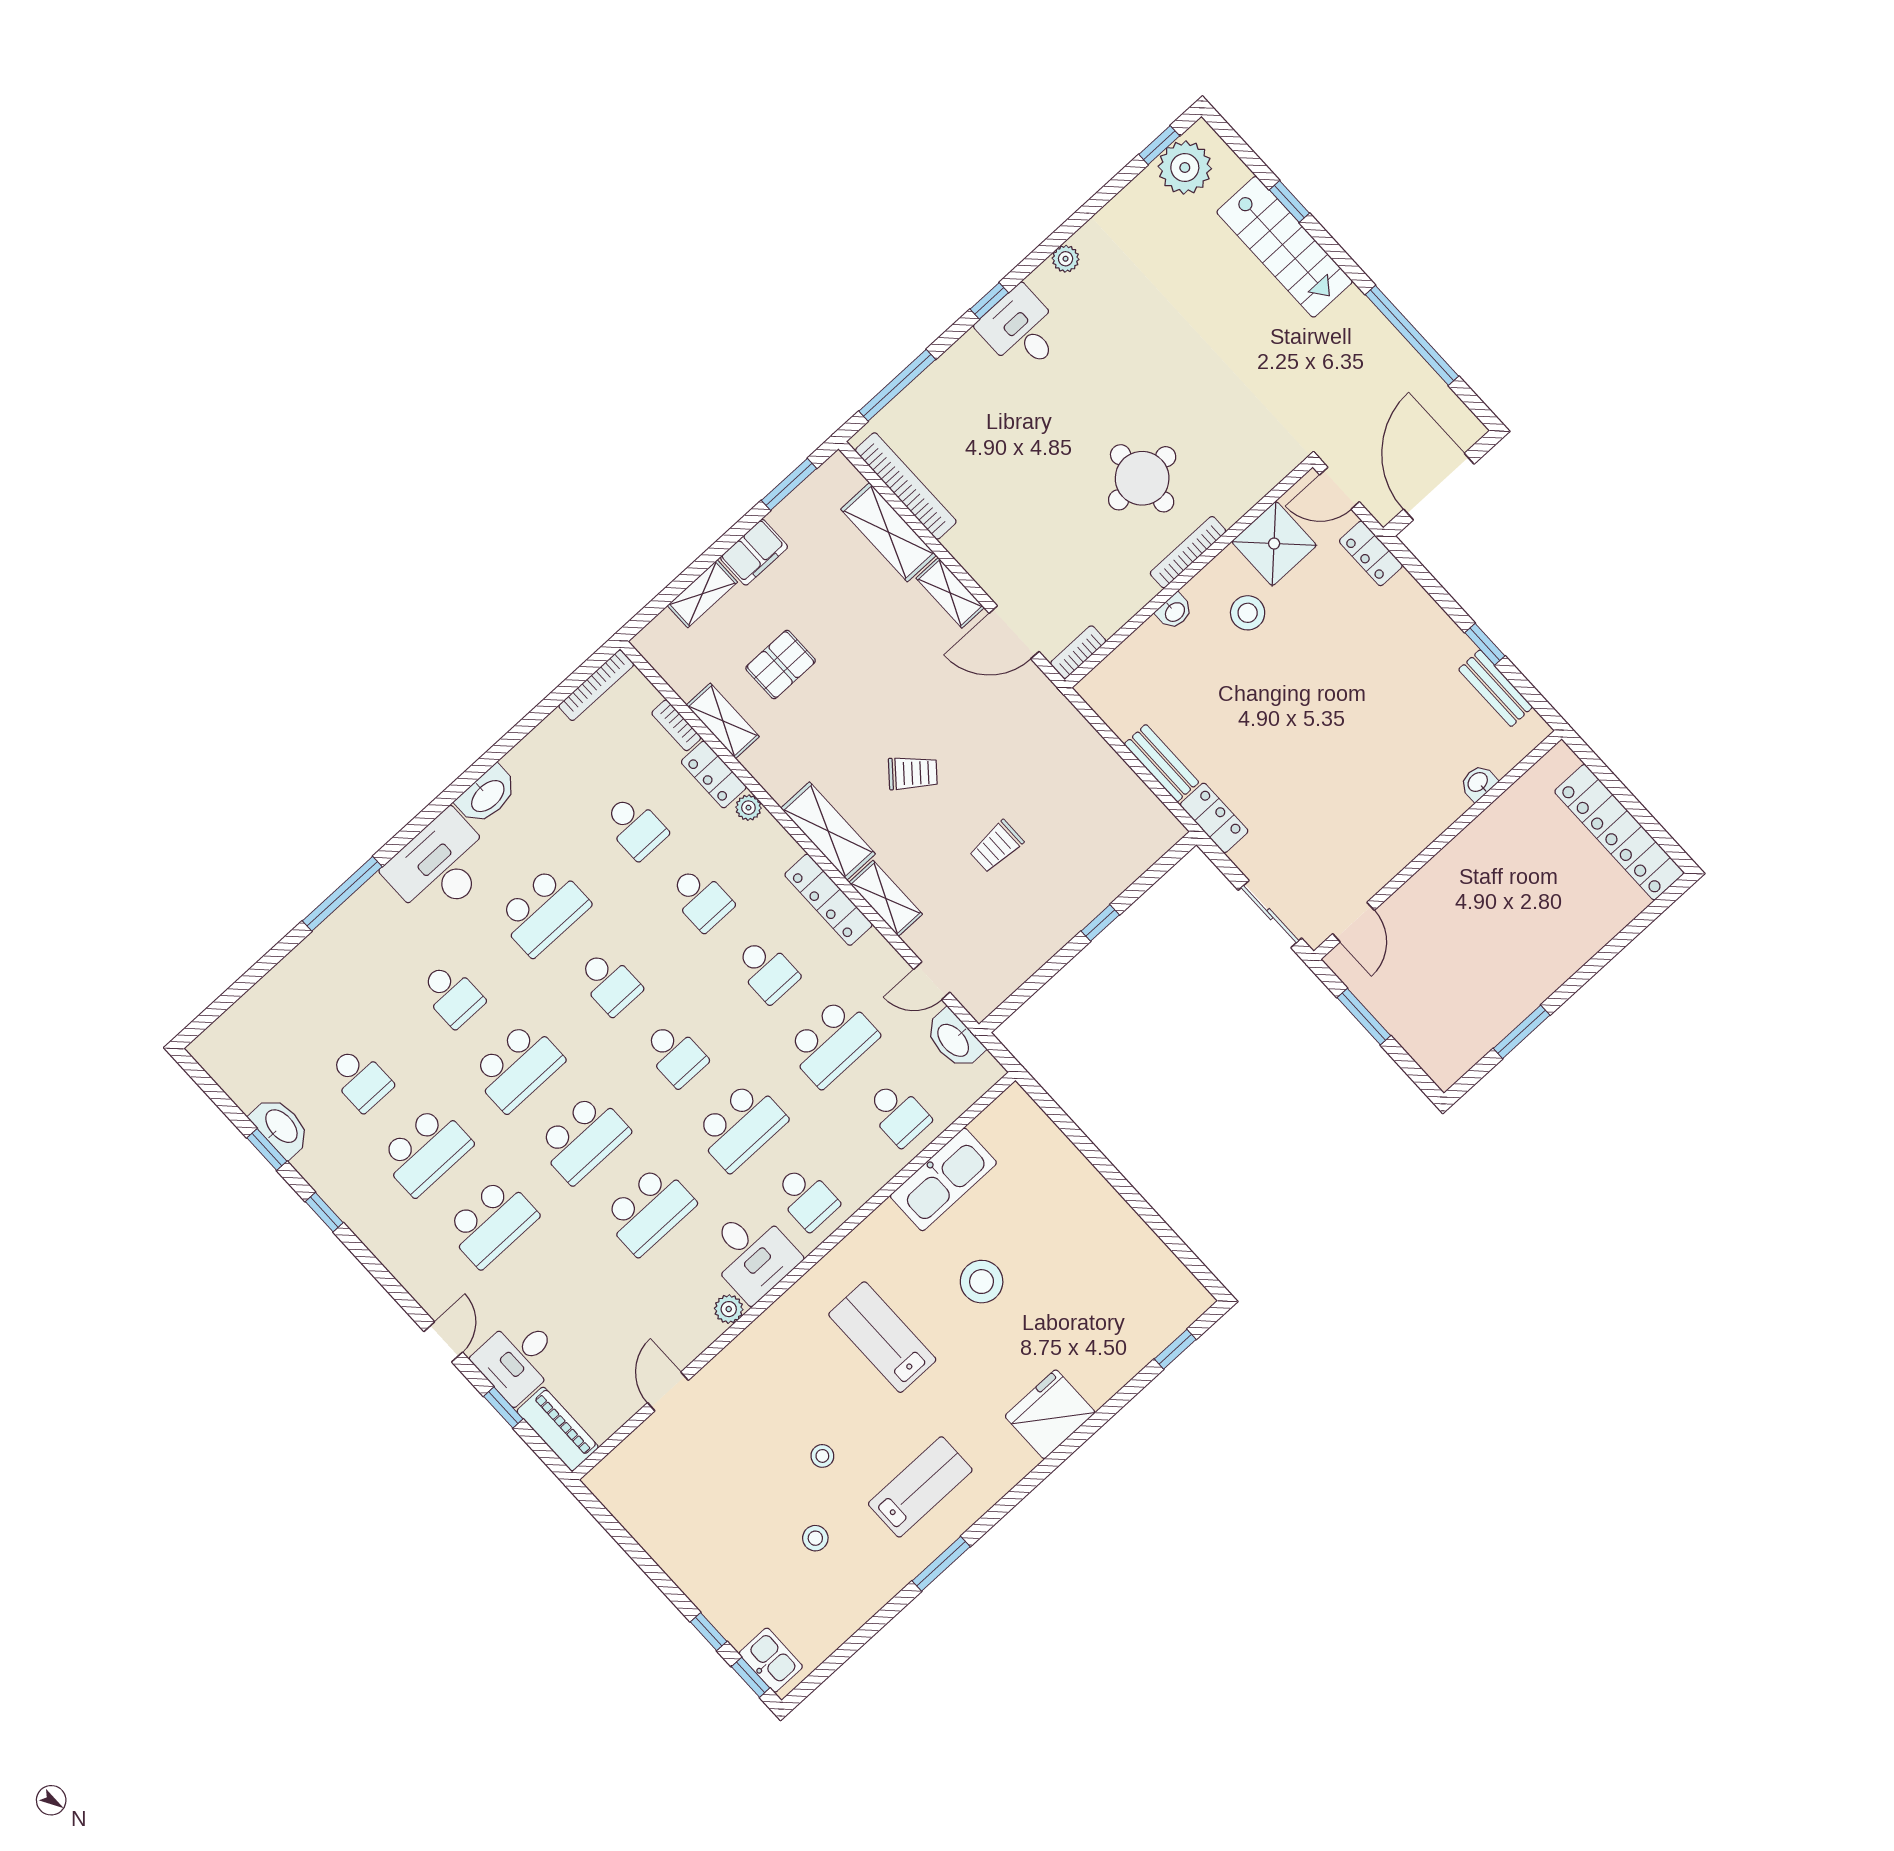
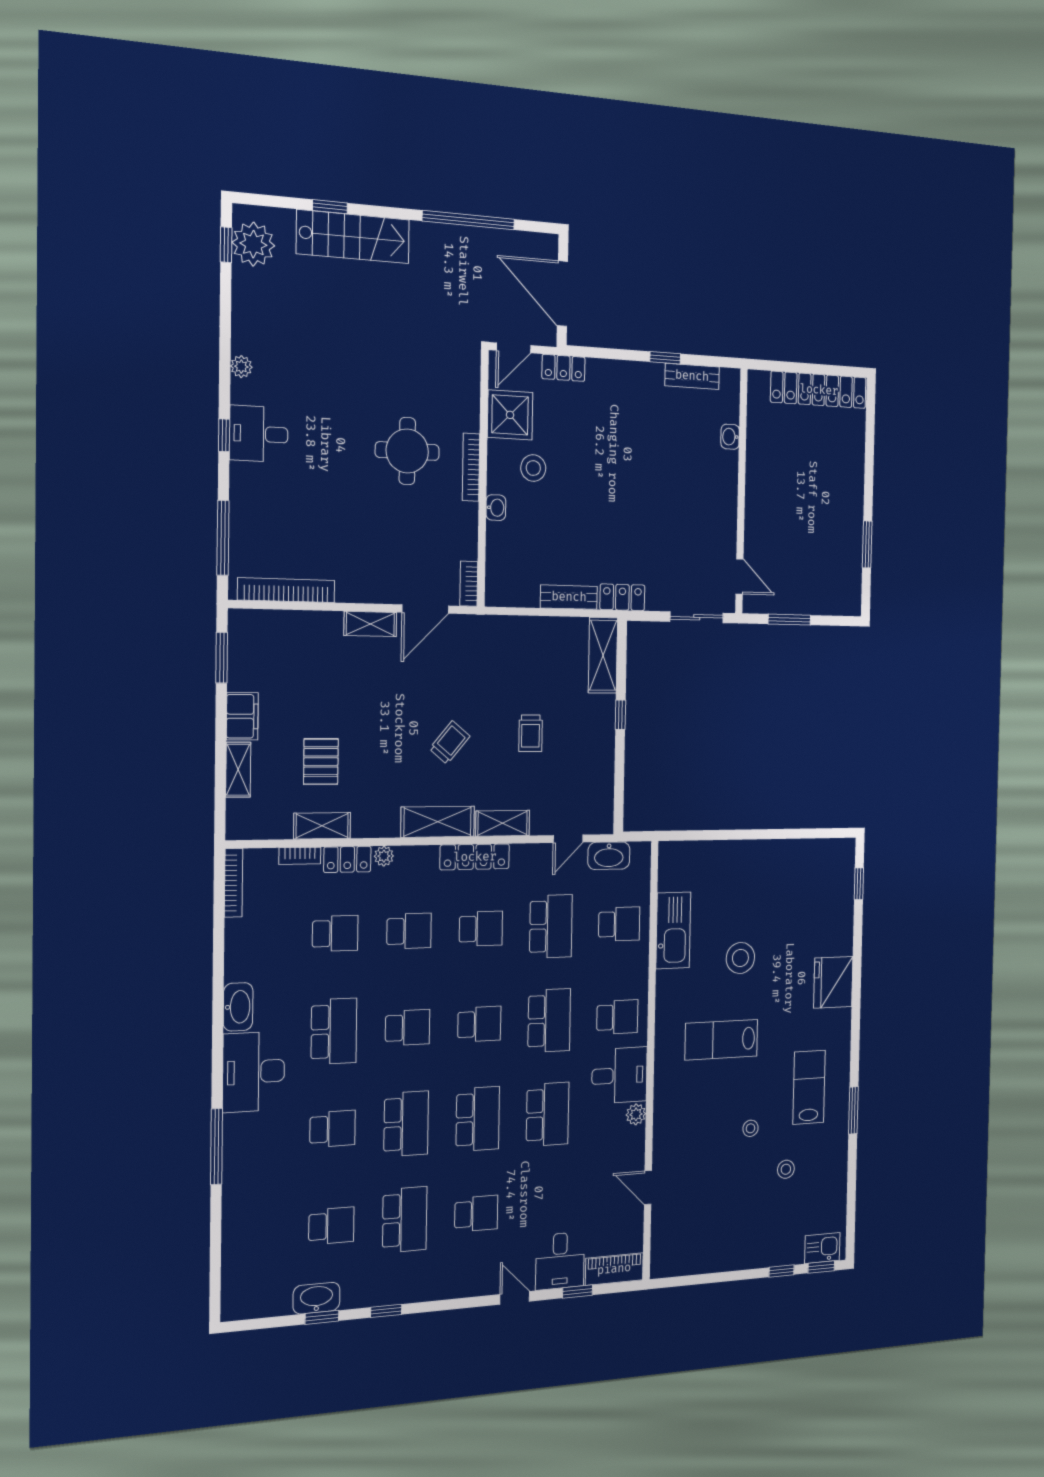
shelving: (888, 532) -> (603, 655), moved, turned 90
school desk: (491, 1222) -> (476, 1214), width x0.54

